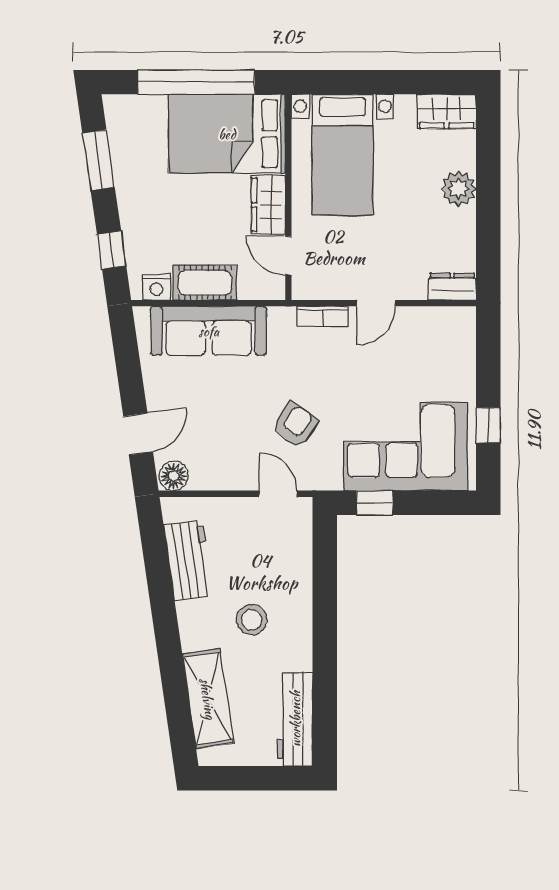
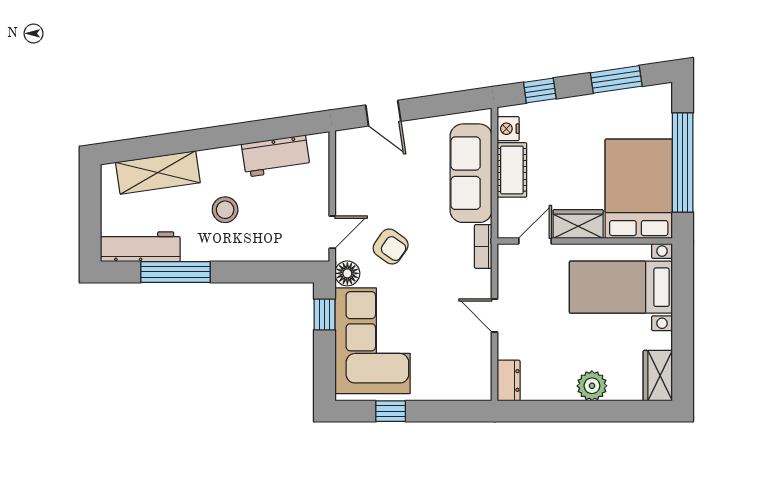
bookcase: (323, 316) -> (483, 246), moved
floor lamp: (174, 476) -> (347, 273), moved
window: (325, 678) -> (176, 272), added

